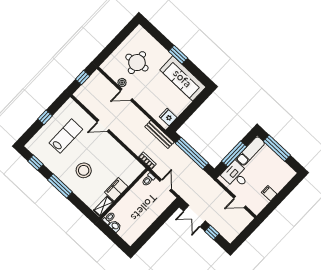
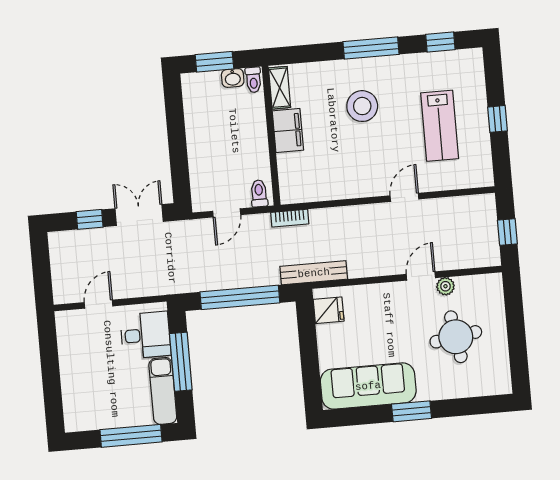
door: (166, 185) -> (227, 213), hinge flipped
filing cabinet: (269, 193) -> (72, 362), removed
window: (115, 238) -> (214, 62), added

